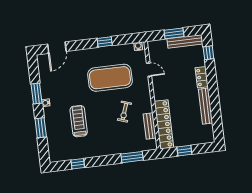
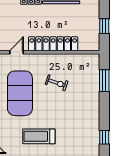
treadmill: (79, 121) -> (39, 136), moved
locker: (164, 124) -> (53, 44), moved
bench: (150, 126) -> (75, 59), removed

